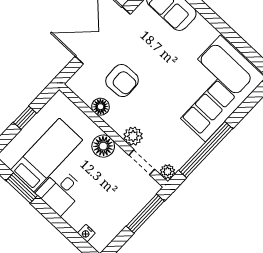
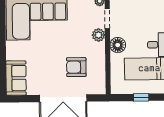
armchair: (122, 81) -> (76, 67), turned -88
floor lamp: (100, 107) -> (99, 65), removed

